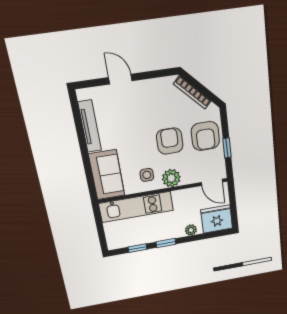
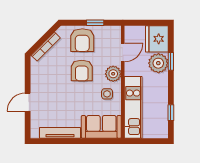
armchair: (205, 136) -> (82, 40), turned 90
armchair: (170, 141) -> (82, 70), turned -90
door: (212, 182) -> (123, 52), moved
plant: (191, 230) -> (158, 63), width x1.87, depth x1.87
window: (166, 243) -> (171, 61), moved

